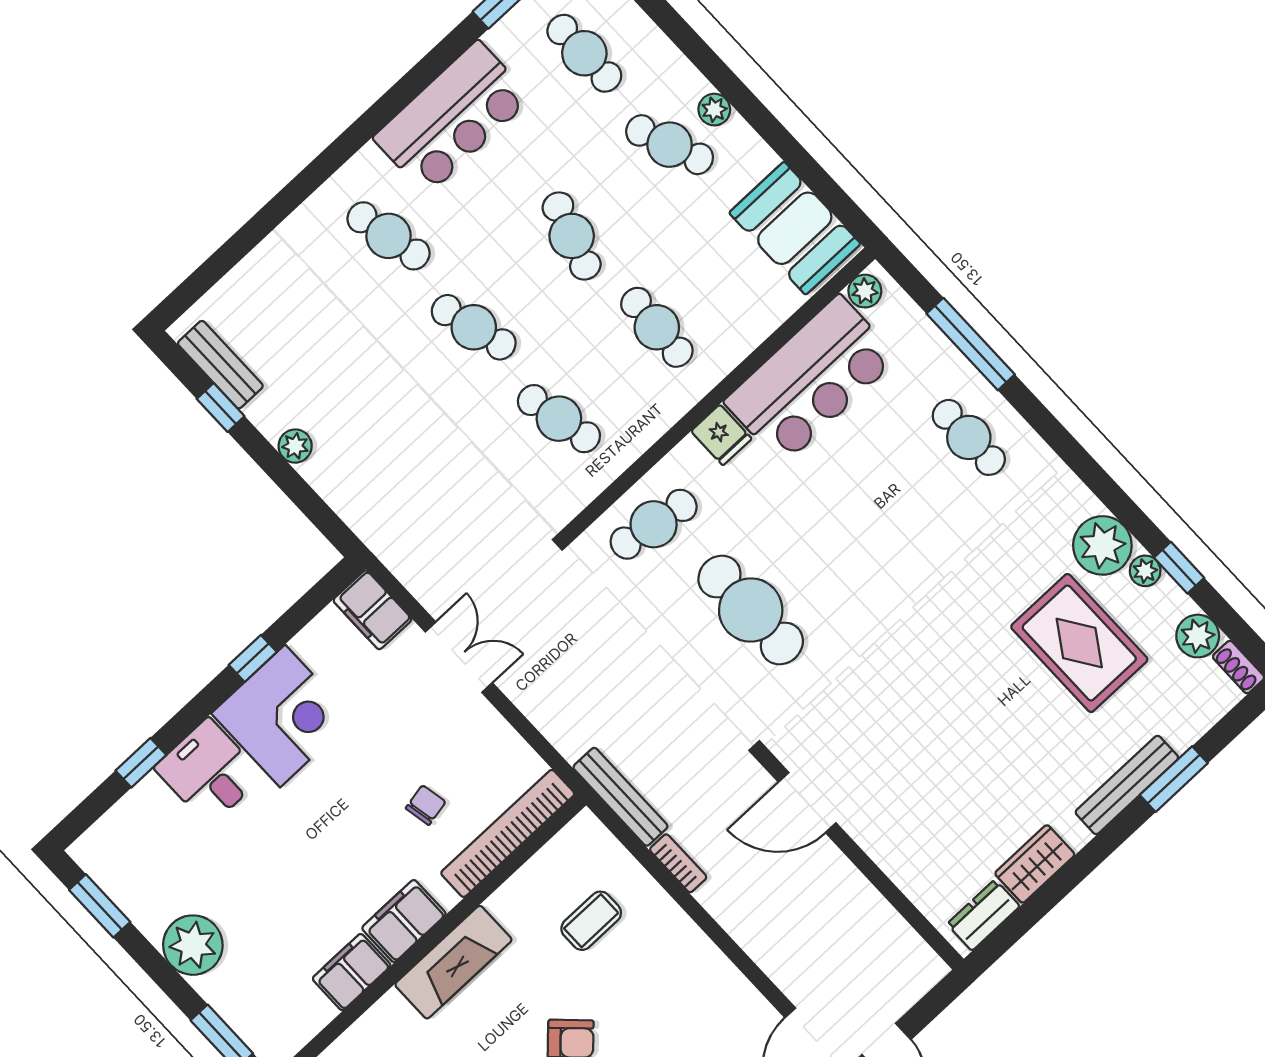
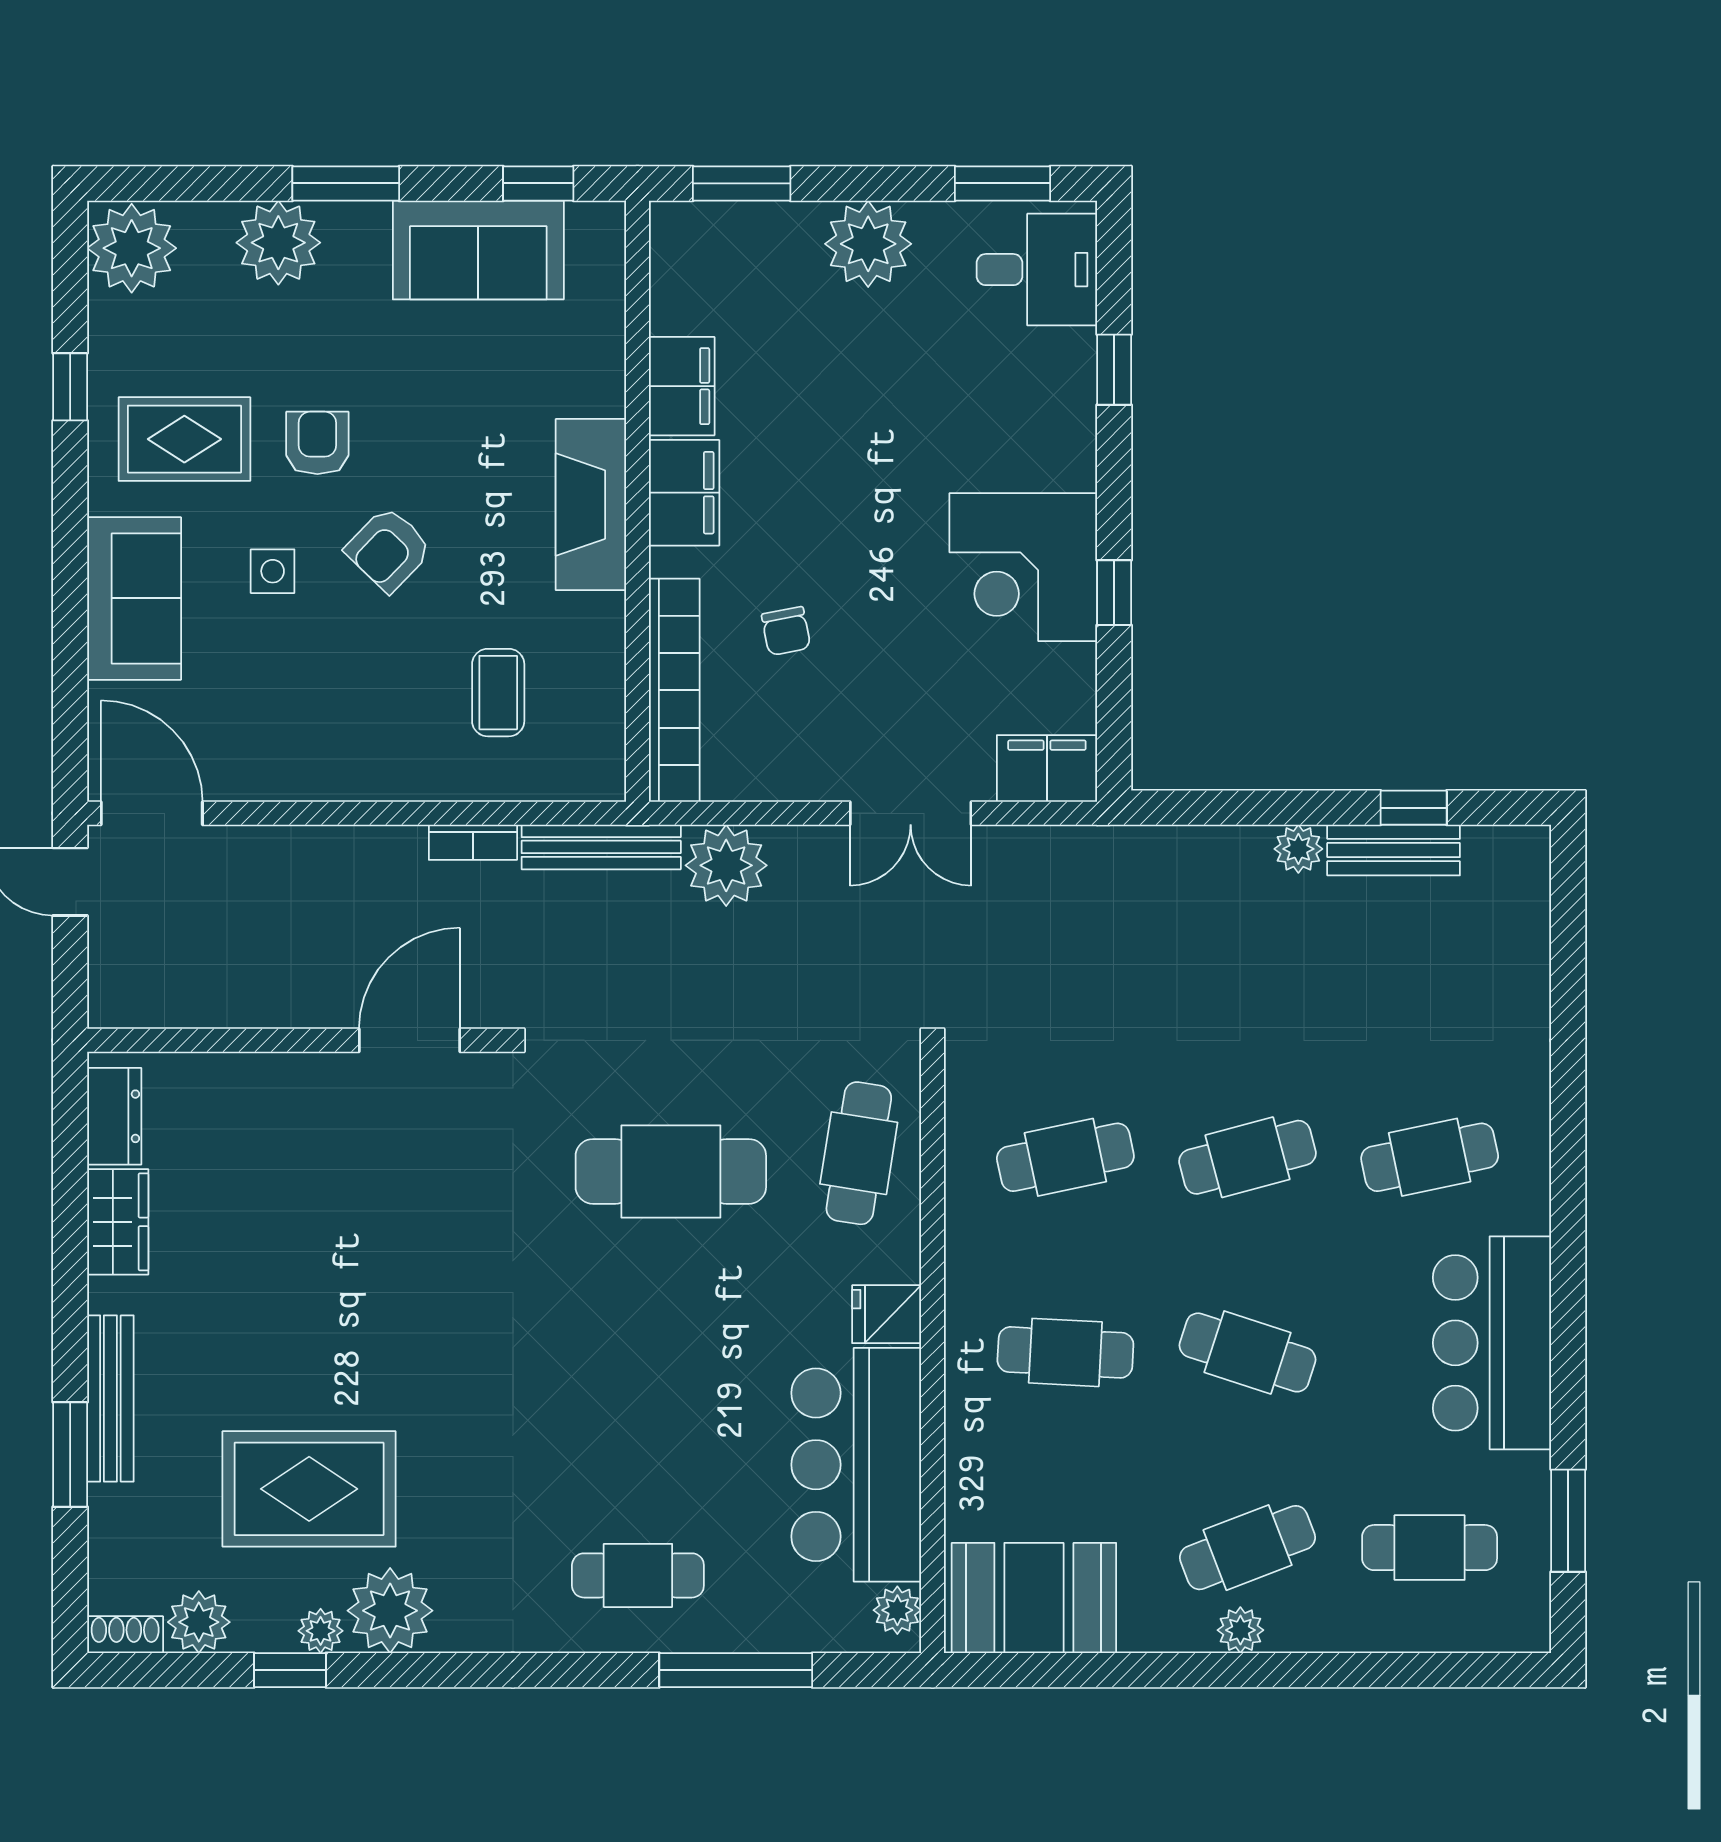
bench: (220, 365) -> (1394, 850), moved
plant: (571, 725) -> (726, 865), added
desk: (209, 772) -> (1037, 270), moved

